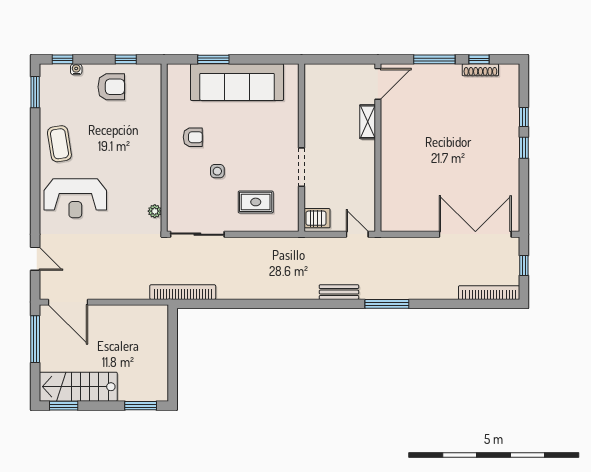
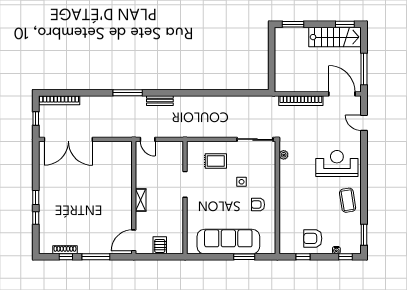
shelving: (368, 122) -> (141, 200), moved
server rack: (317, 218) -> (160, 245), moved, turned 90
bookcase: (183, 292) -> (301, 101), moved

